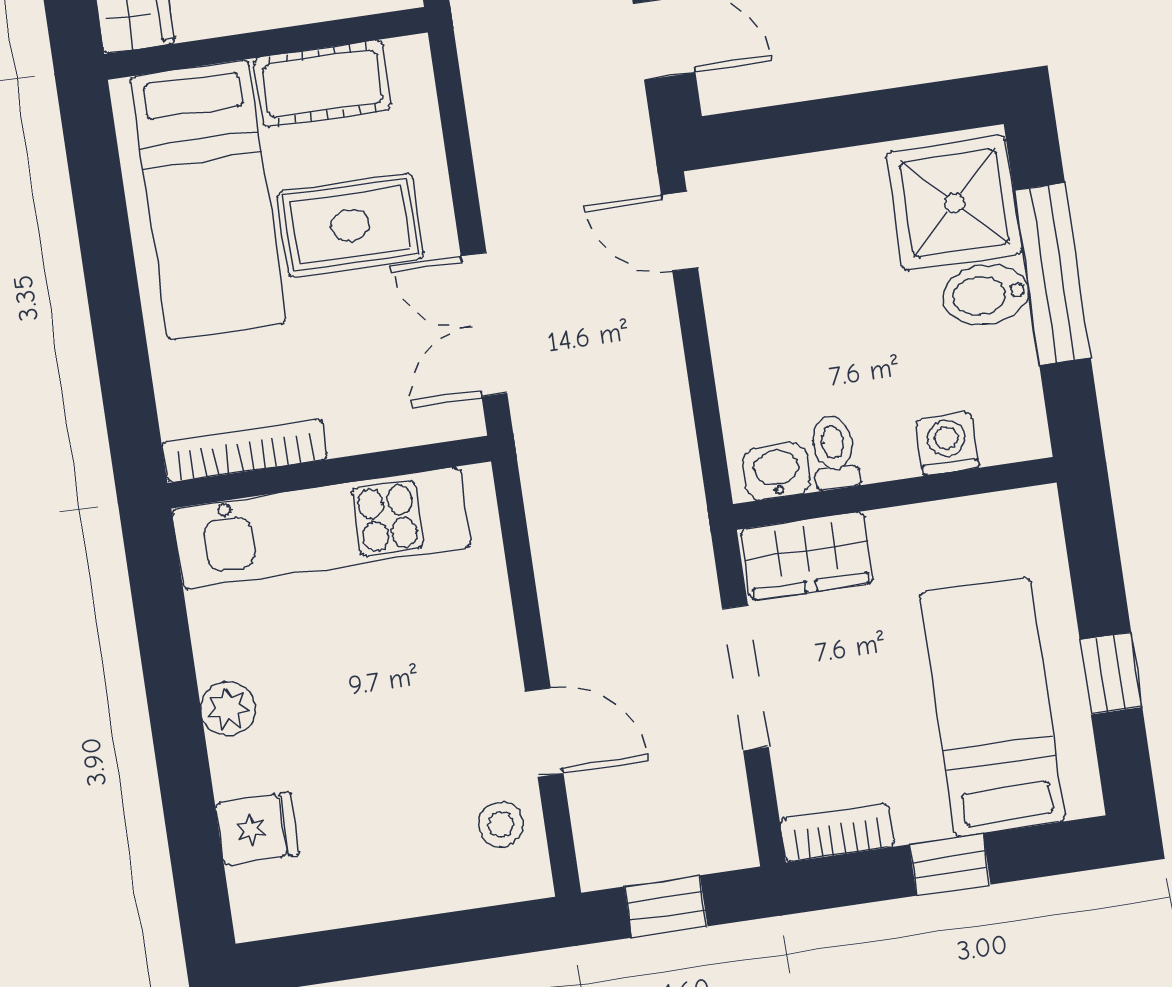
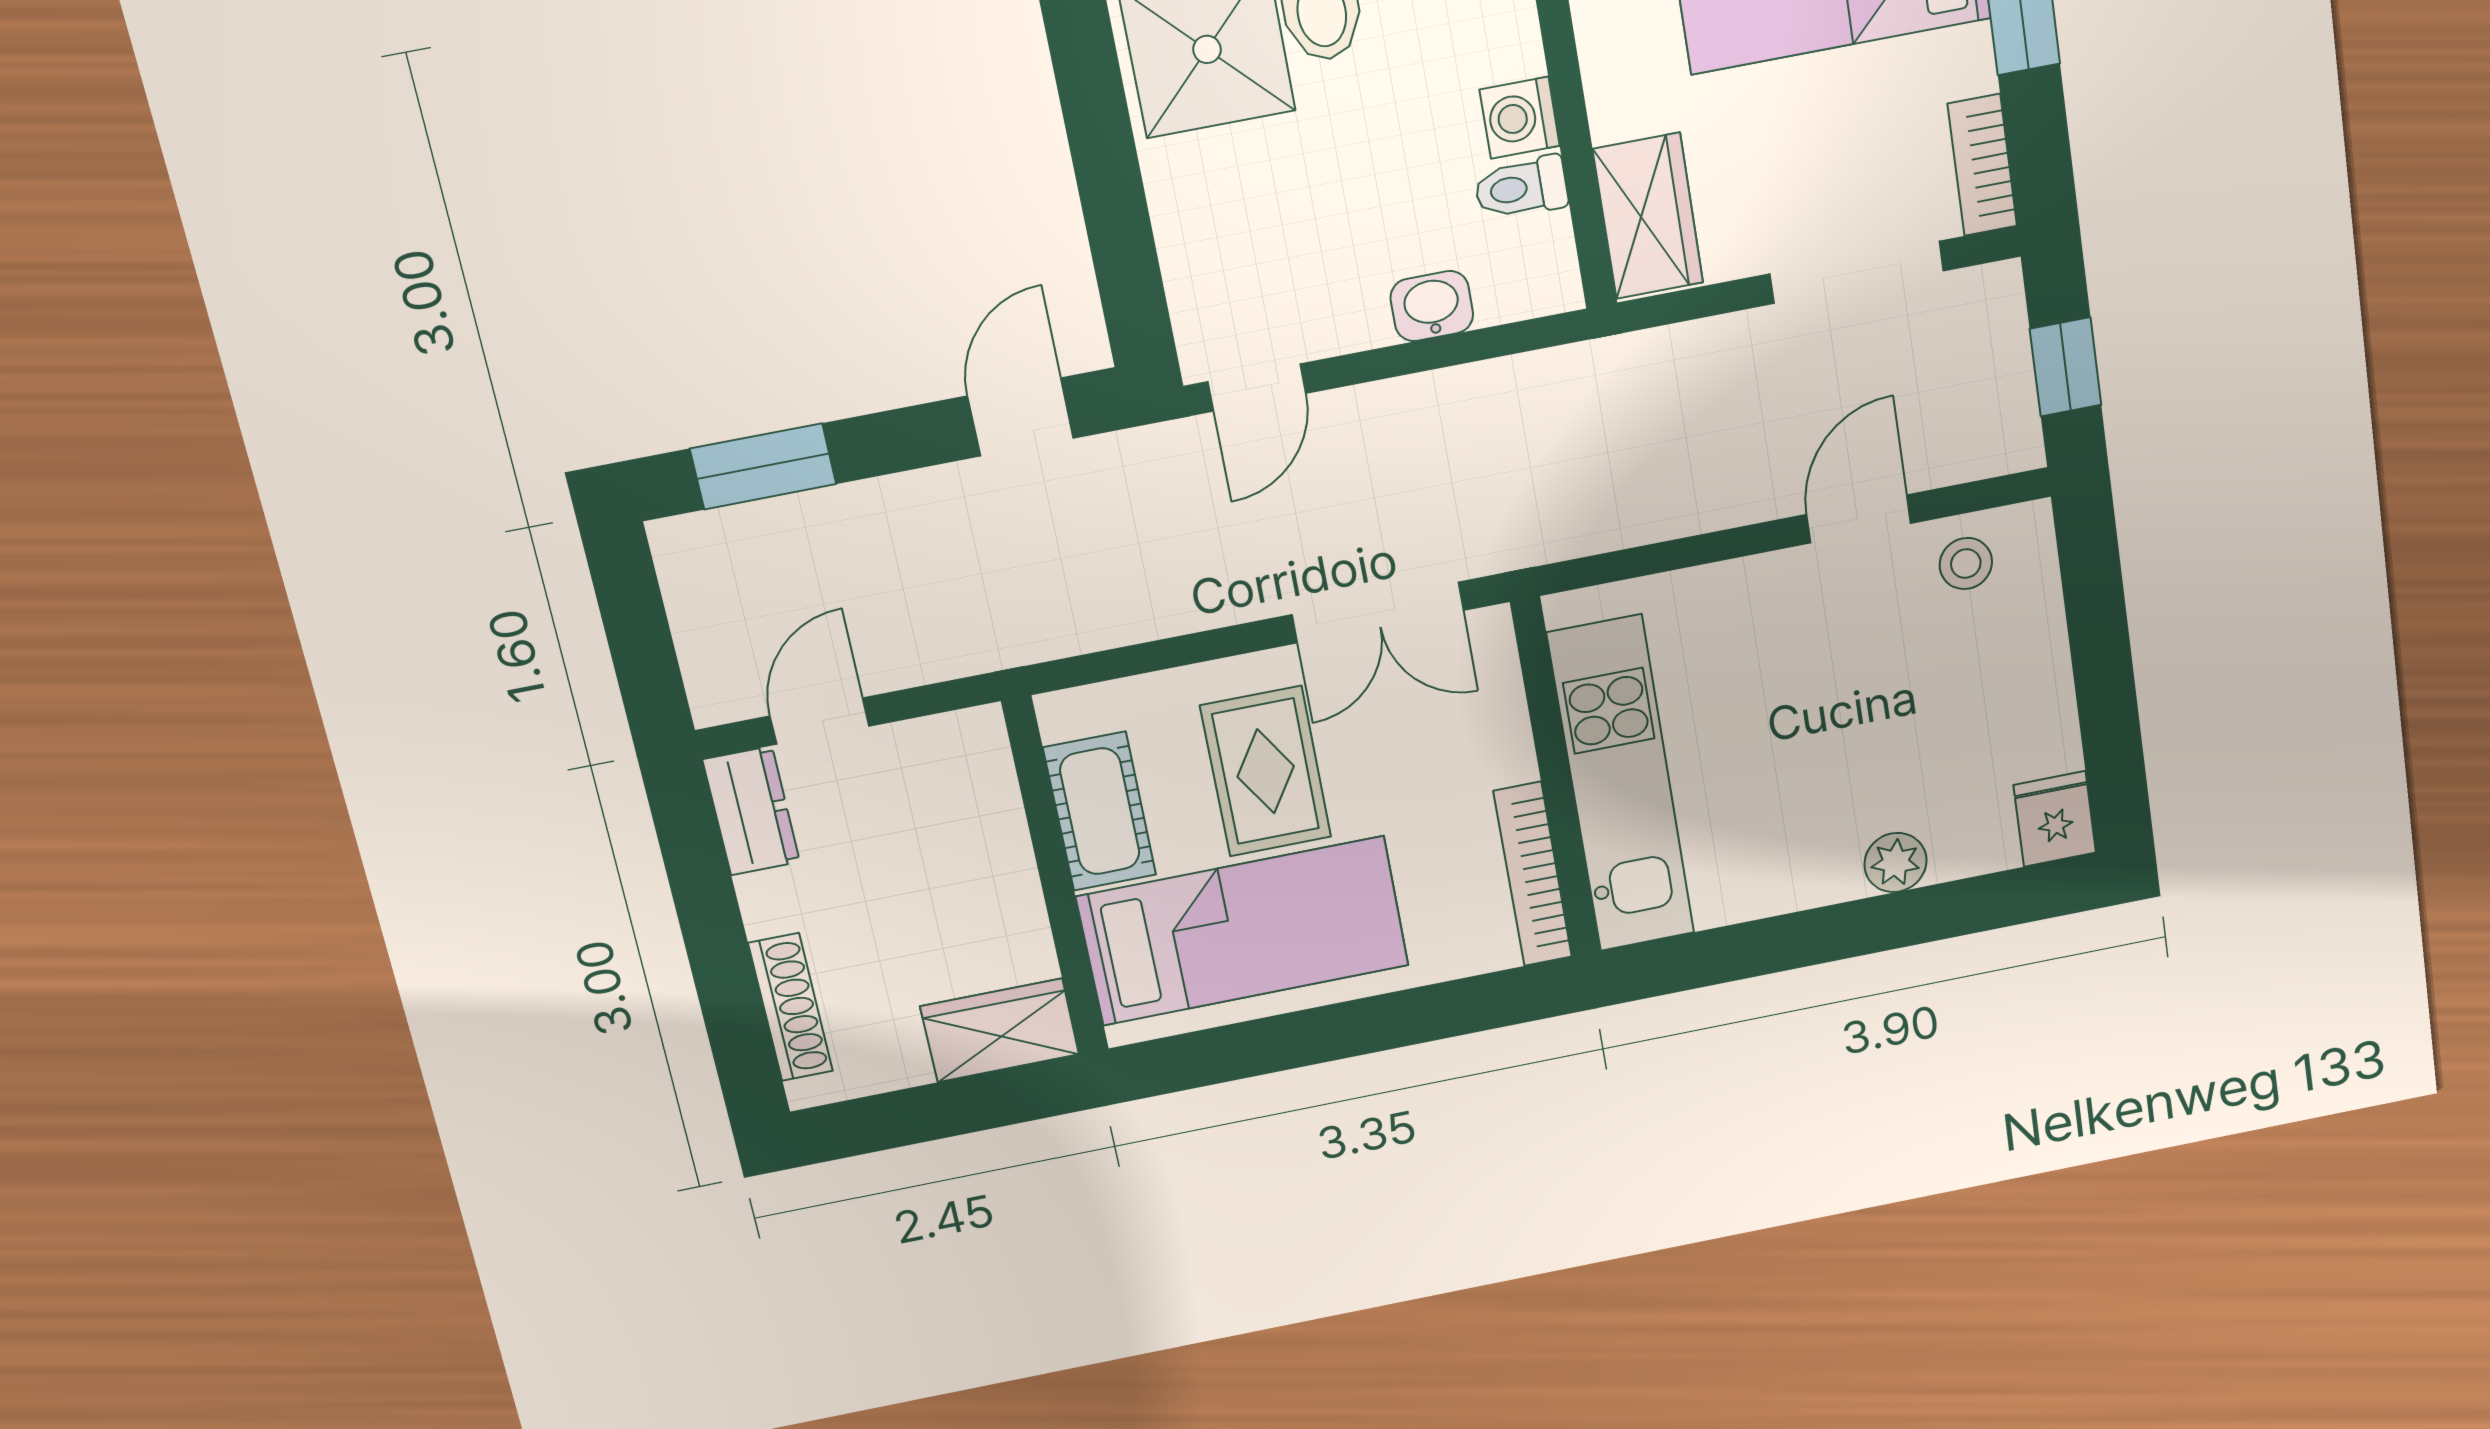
washing machine: (947, 444) -> (1520, 118), moved
washbasin: (776, 471) -> (1432, 306), moved, turned 90
doorway: (745, 678) -> (1857, 272), moved
plant: (228, 709) -> (1895, 863), moved
fridge: (257, 829) -> (2055, 819), moved

